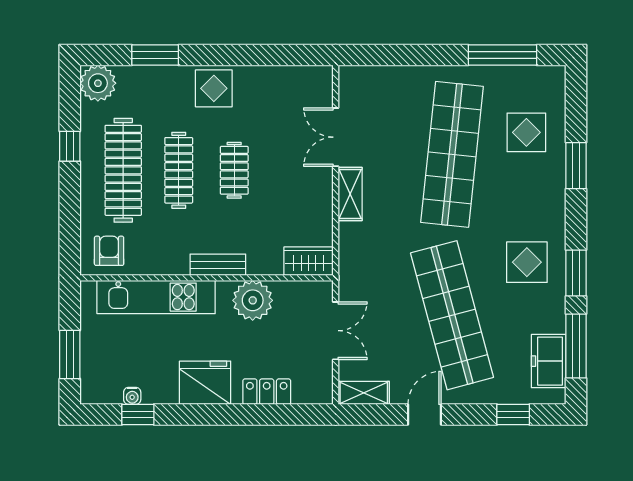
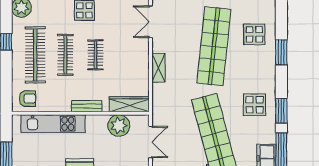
double door: (336, 137) -> (151, 22), moved
armchair: (109, 251) -> (28, 99), turned 90
wardrobe: (309, 261) -> (129, 104), width x1.50
plant: (253, 300) -> (119, 126), moved

